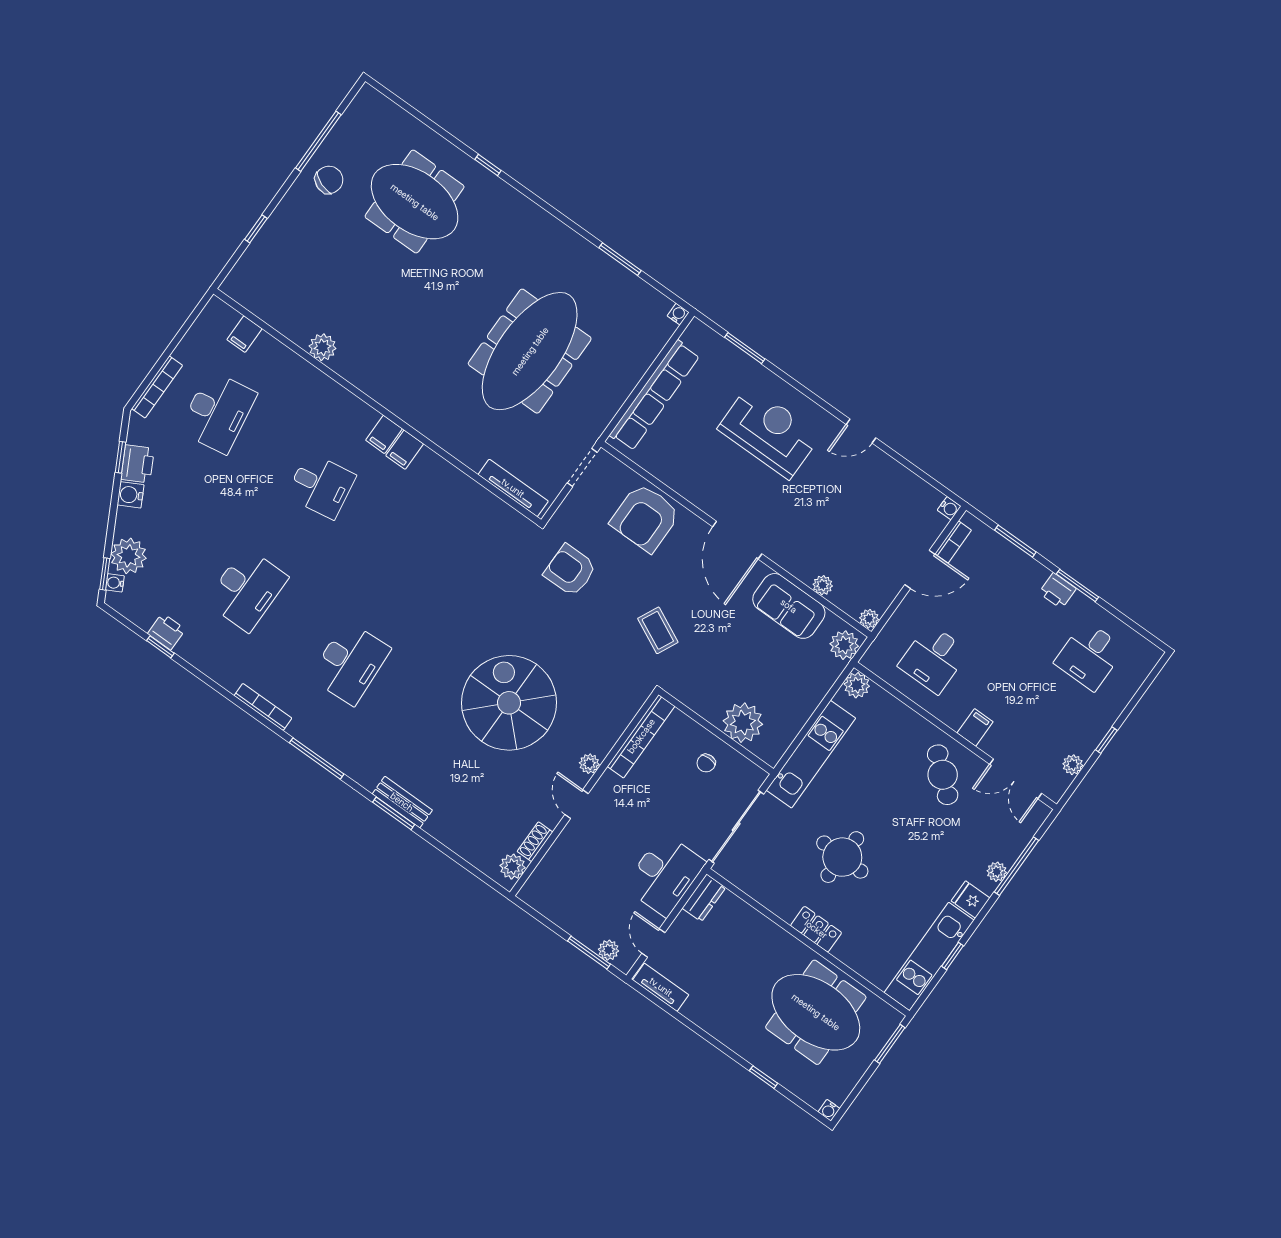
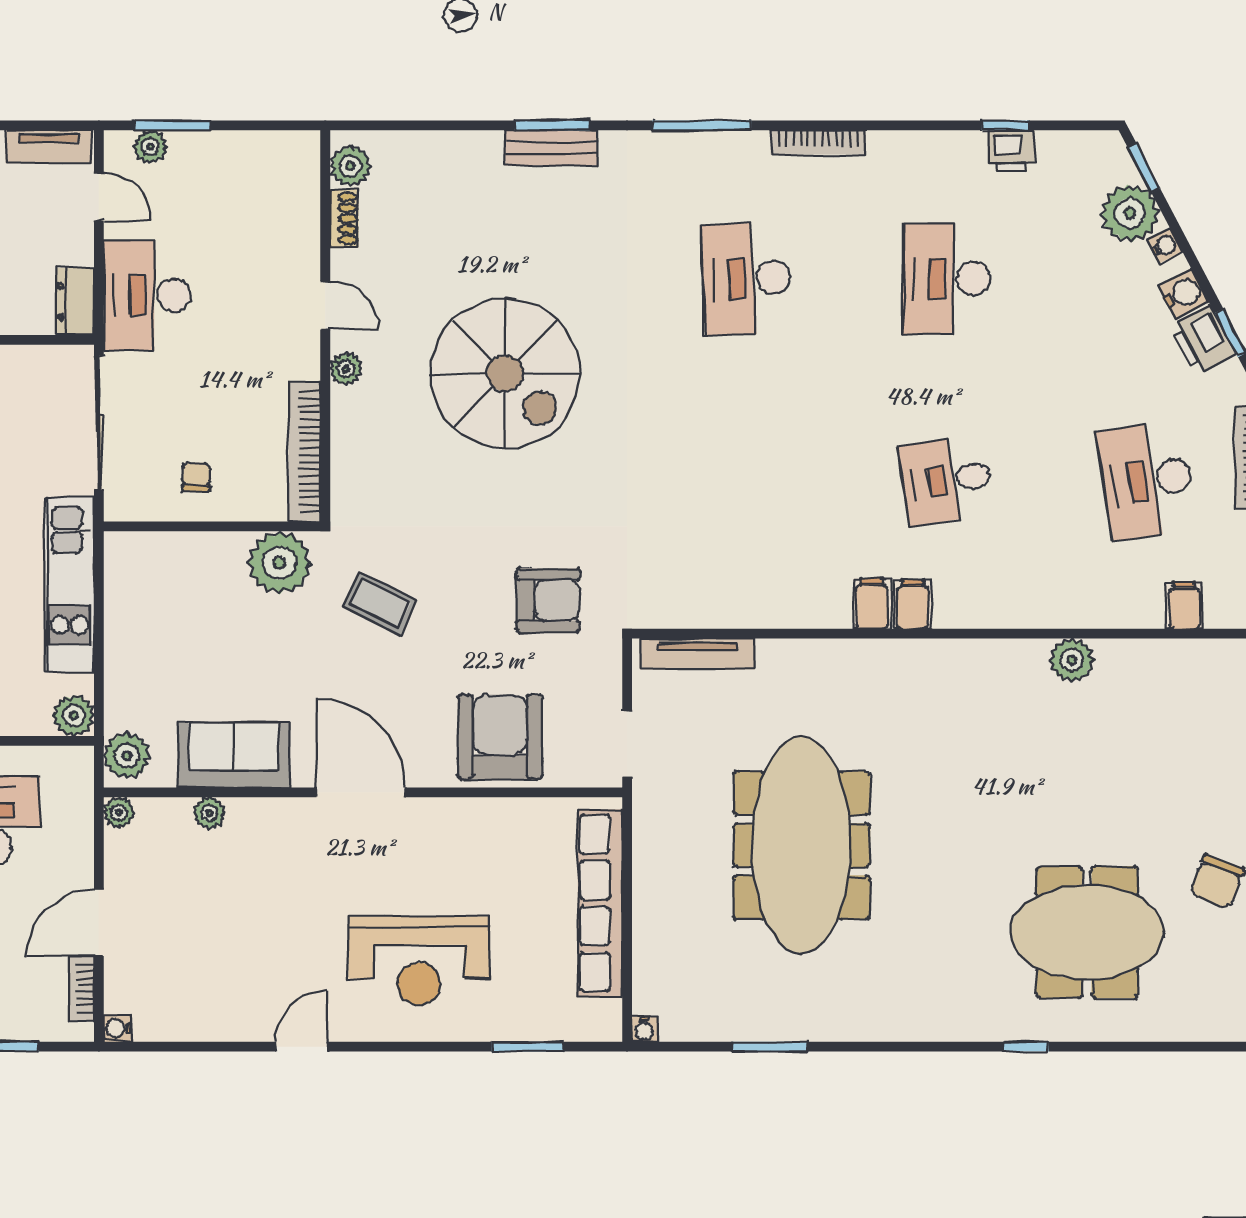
water cooler: (115, 583) -> (1165, 246), moved
plant: (743, 723) -> (279, 563), moved

